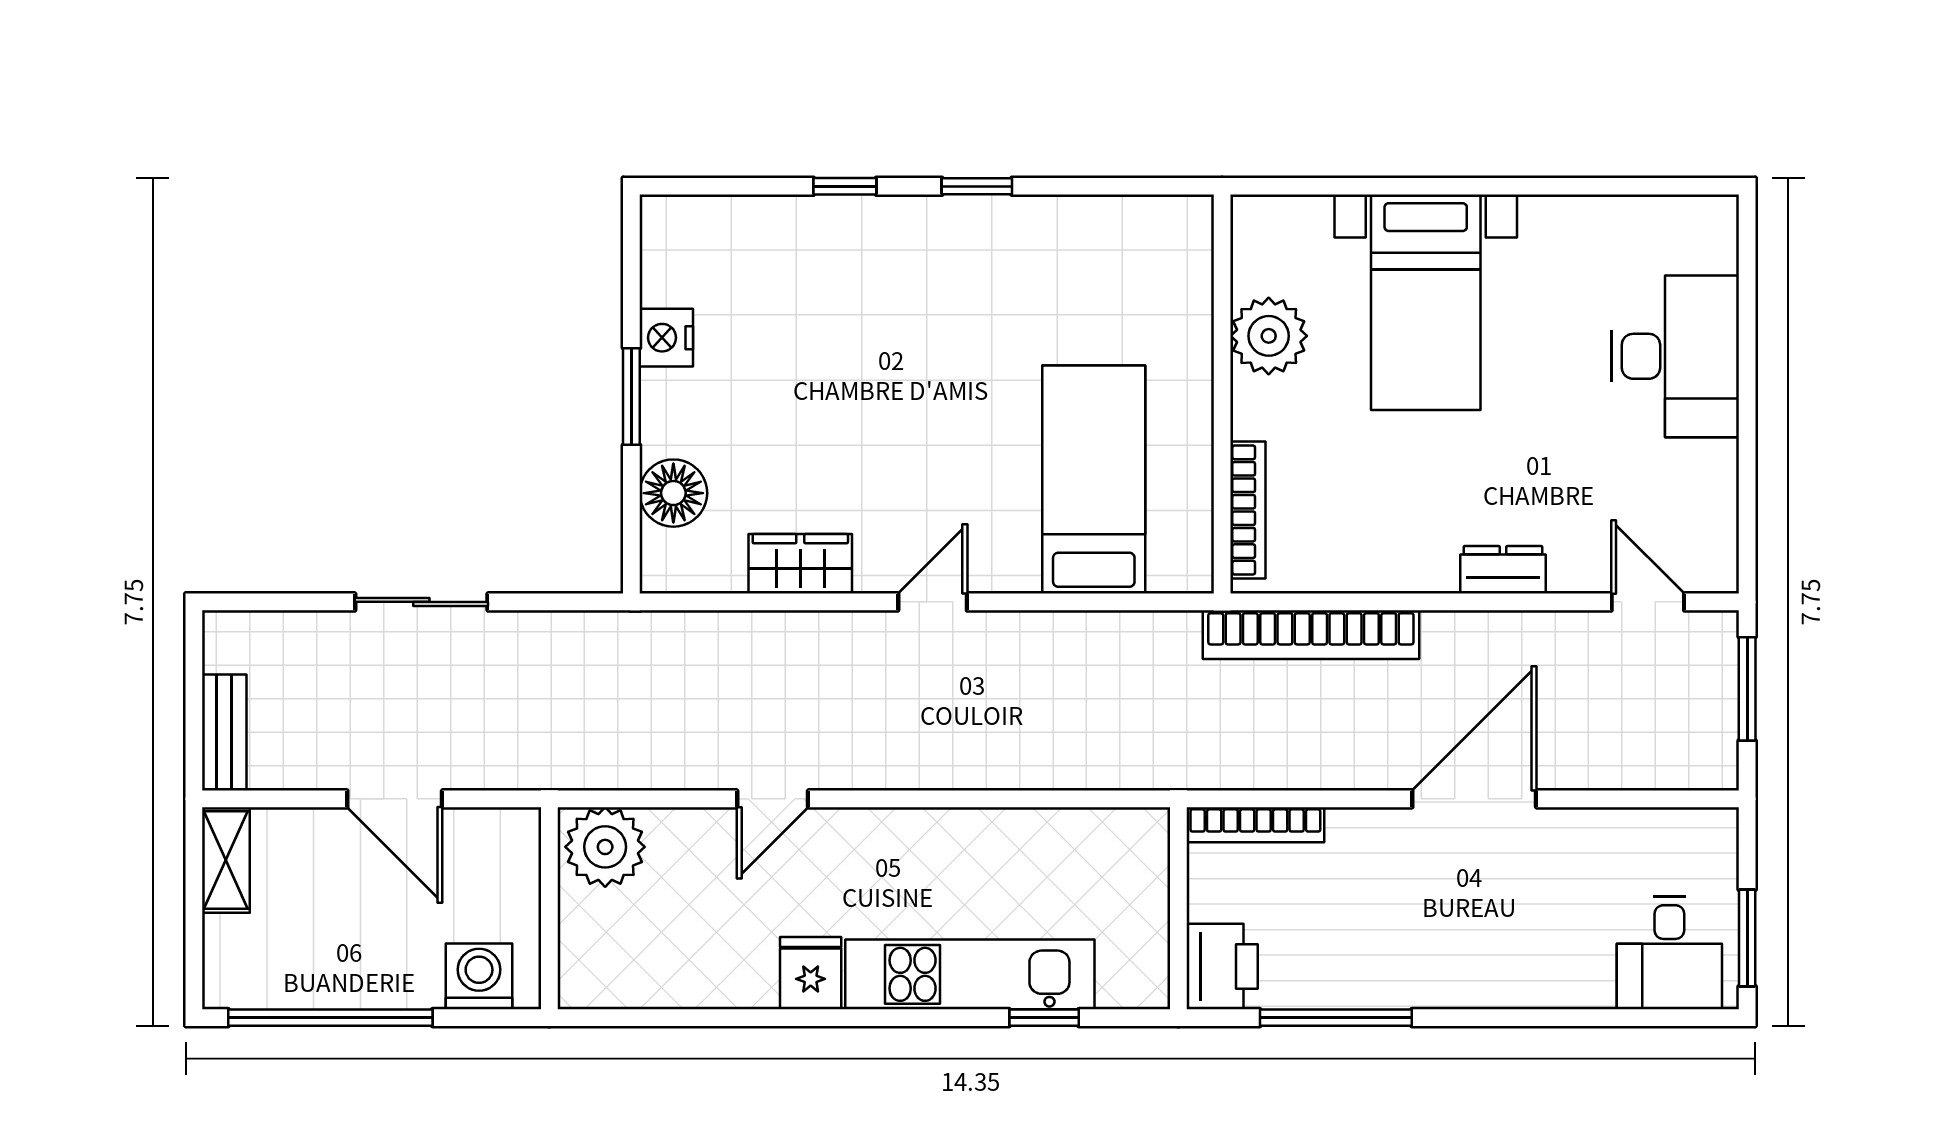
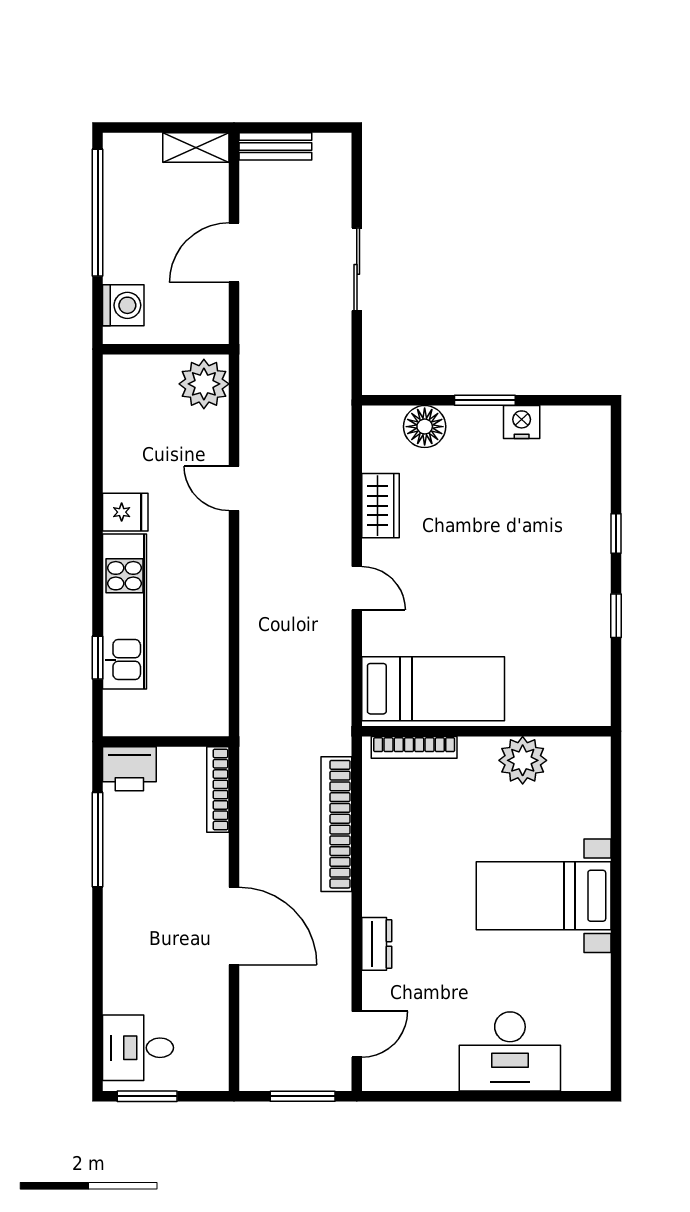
plant: (1269, 336) -> (523, 760), moved
wall: (1222, 394) -> (486, 731), moved
bookcase: (1248, 510) -> (414, 747), moved

